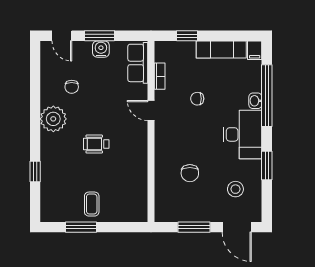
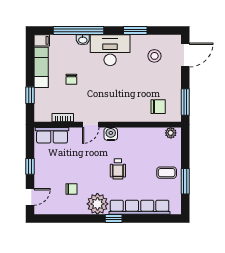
window: (99, 36) -> (30, 166), width x0.67
water cooler: (101, 49) -> (111, 134), moved, turned 90
chair: (197, 99) -> (71, 79), moved
row of seats: (49, 171) -> (140, 207), added
window: (35, 172) -> (114, 219), moved
chair: (190, 173) -> (158, 107), moved
plant: (141, 209) -> (171, 133), added
window: (194, 227) -> (185, 102), moved

